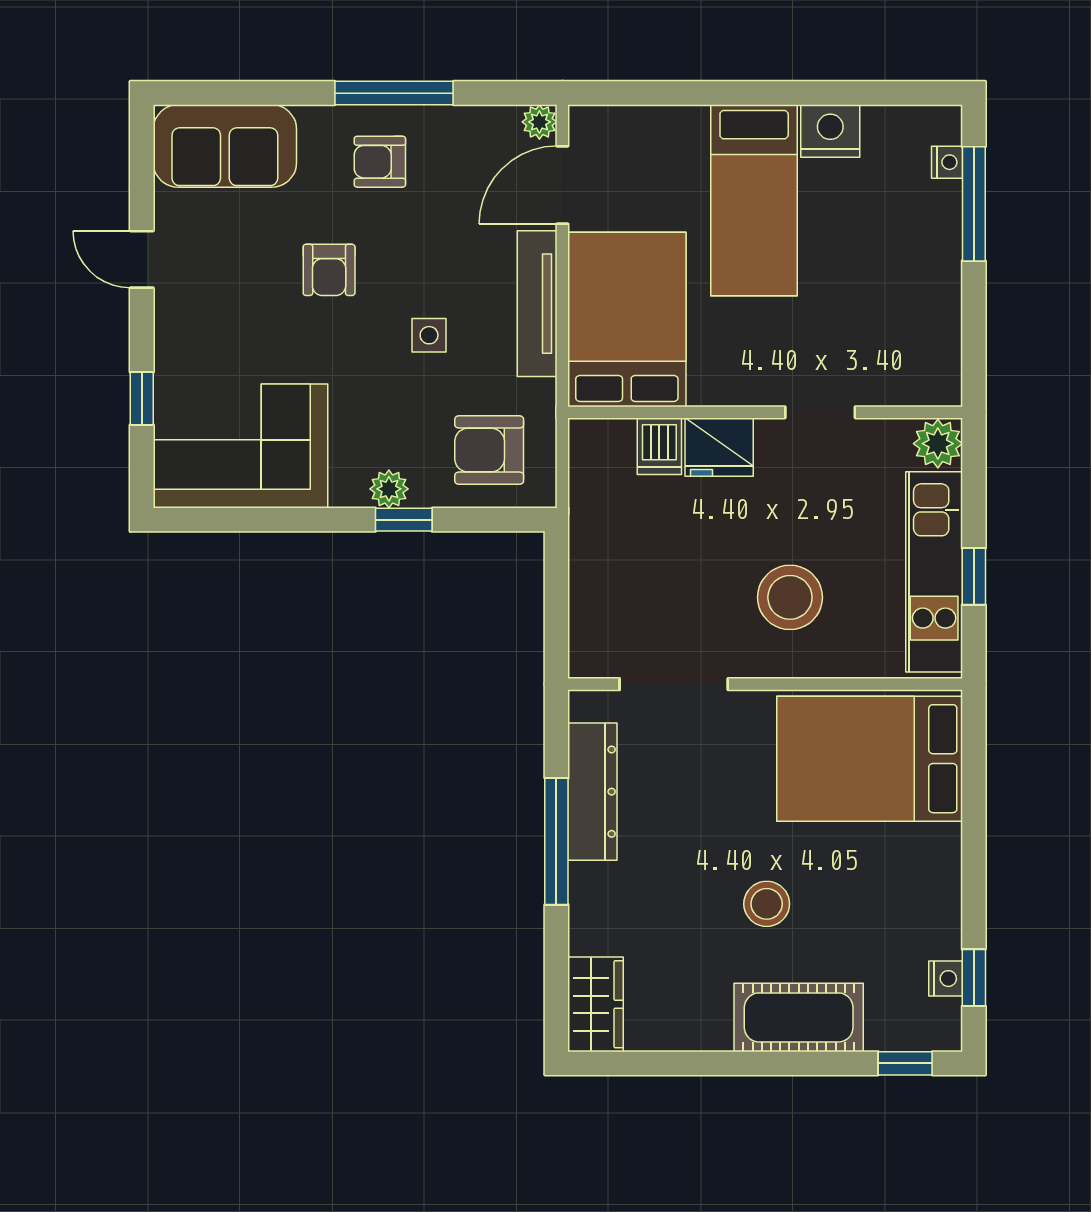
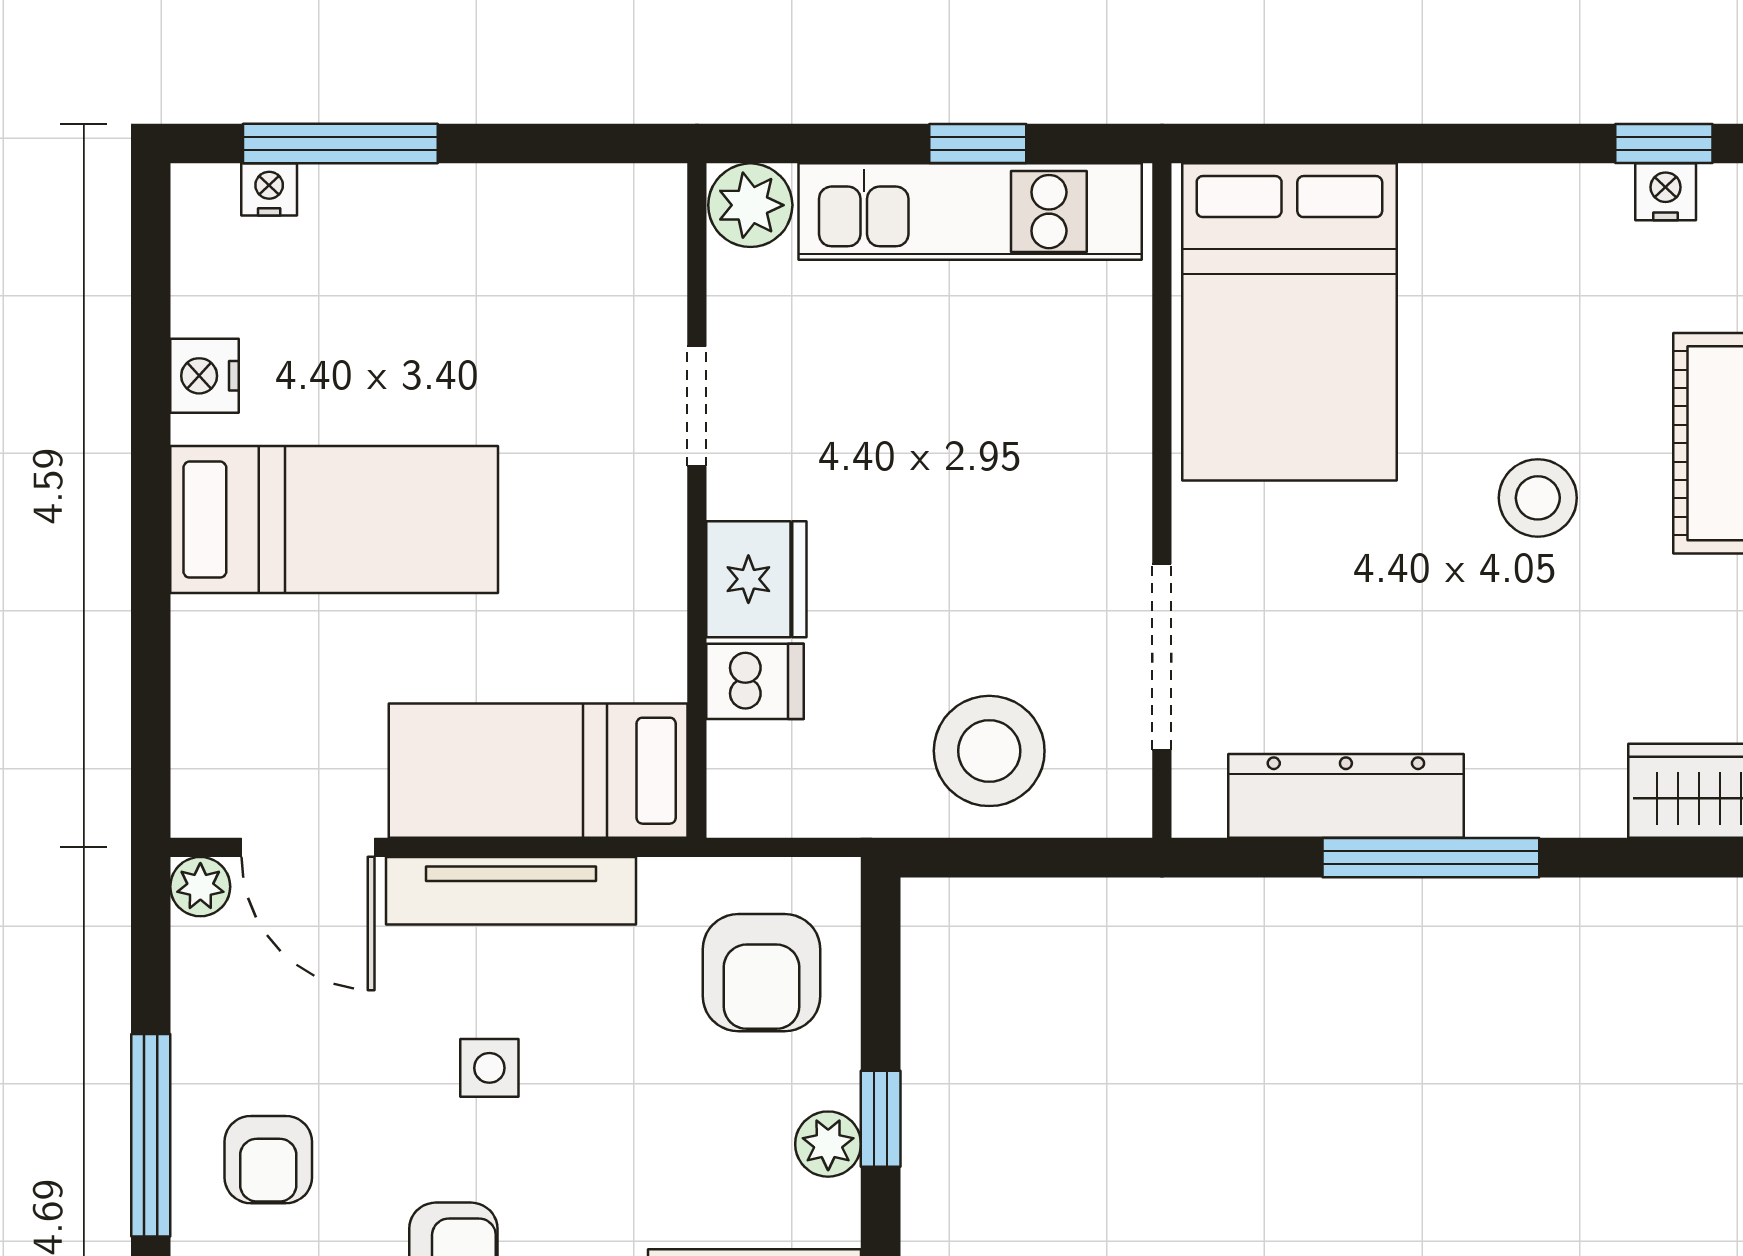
nightstand: (830, 131) -> (205, 376), width x0.74, depth x0.75
bed: (627, 319) -> (538, 771), width x0.67
side table: (429, 335) -> (489, 1068), moved
stool: (790, 597) -> (989, 751), moved

